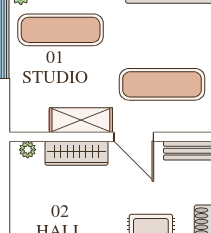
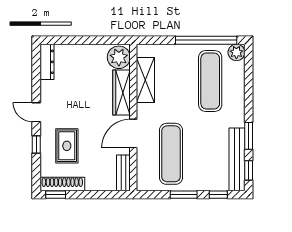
shelving: (81, 120) -> (145, 80), moved
plant: (28, 150) -> (119, 57), width x1.87, depth x1.87

